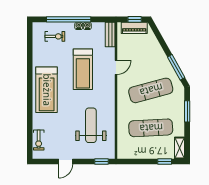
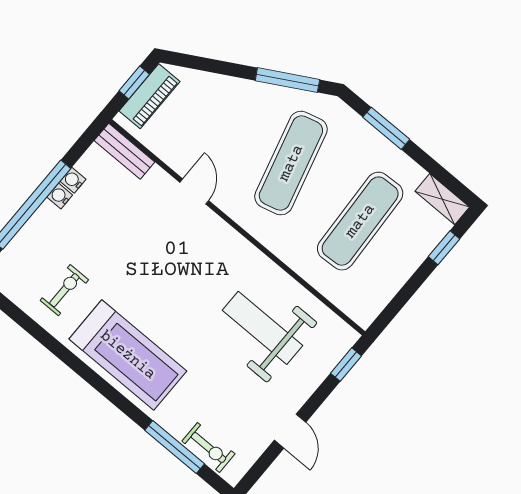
exercise bike: (55, 36) -> (64, 290), moved
treadmill: (83, 69) -> (146, 256), removed
window: (30, 129) -> (175, 447), added

